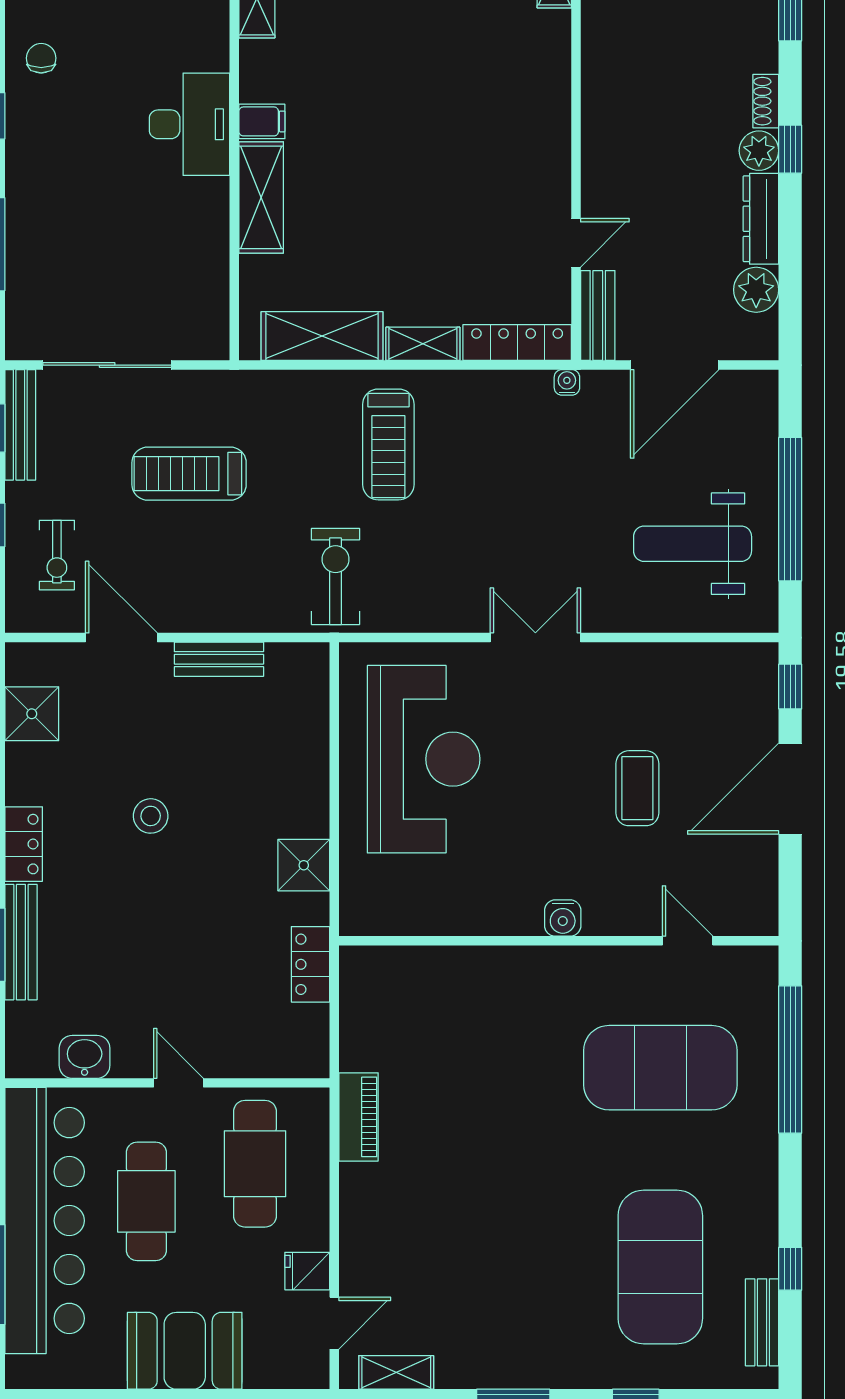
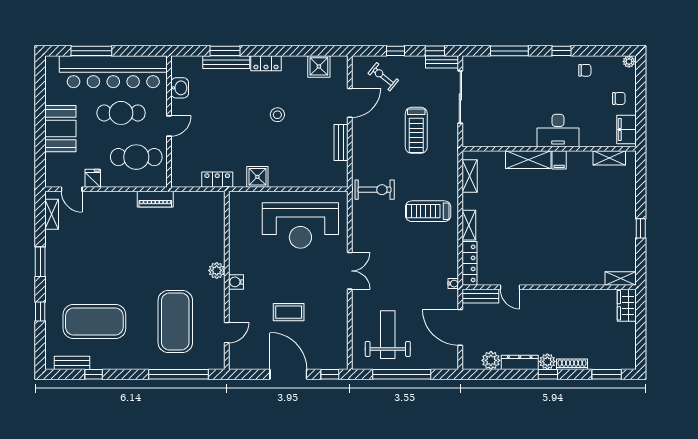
shoe rack: (766, 101) -> (572, 364), width x1.43
shelving: (322, 336) -> (470, 176), width x0.67, depth x0.75
bench: (20, 425) -> (442, 62), width x0.73
treadmill: (189, 474) -> (416, 130), turned 180
exercise bike: (57, 555) -> (383, 77), turned 39
plant: (535, 966) -> (217, 270), added

